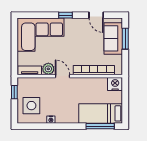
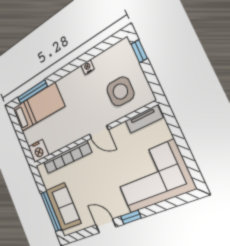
door: (96, 15) -> (106, 226), moved
window: (125, 39) -> (51, 211), width x1.44
plant: (48, 69) -> (120, 133), removed
window: (14, 92) -> (139, 51), moved
side table: (31, 106) -> (120, 91), moved

